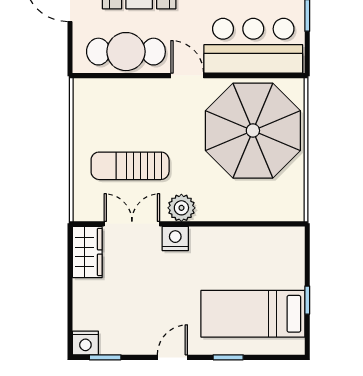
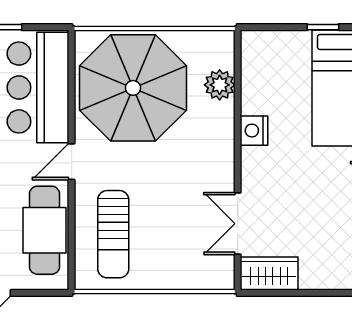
sun lounger: (130, 166) -> (113, 234), moved
plant: (181, 208) -> (220, 85), moved
nightstand: (175, 238) -> (254, 131), moved

